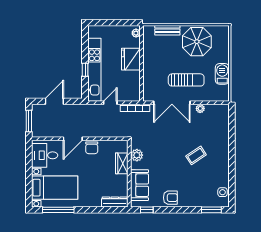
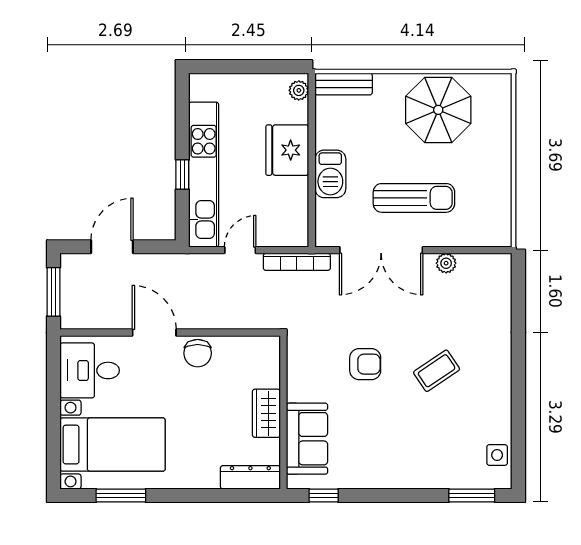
bench: (167, 30) -> (344, 84), moved
barbecue: (222, 74) -> (330, 174), moved, turned 180
door: (73, 139) -> (154, 333), swing flipped
plant: (137, 155) -> (301, 370), removed
wardrobe: (122, 163) -> (266, 413), moved
armchair: (170, 198) -> (365, 364), moved
window: (58, 210) -> (121, 495), width x0.69

